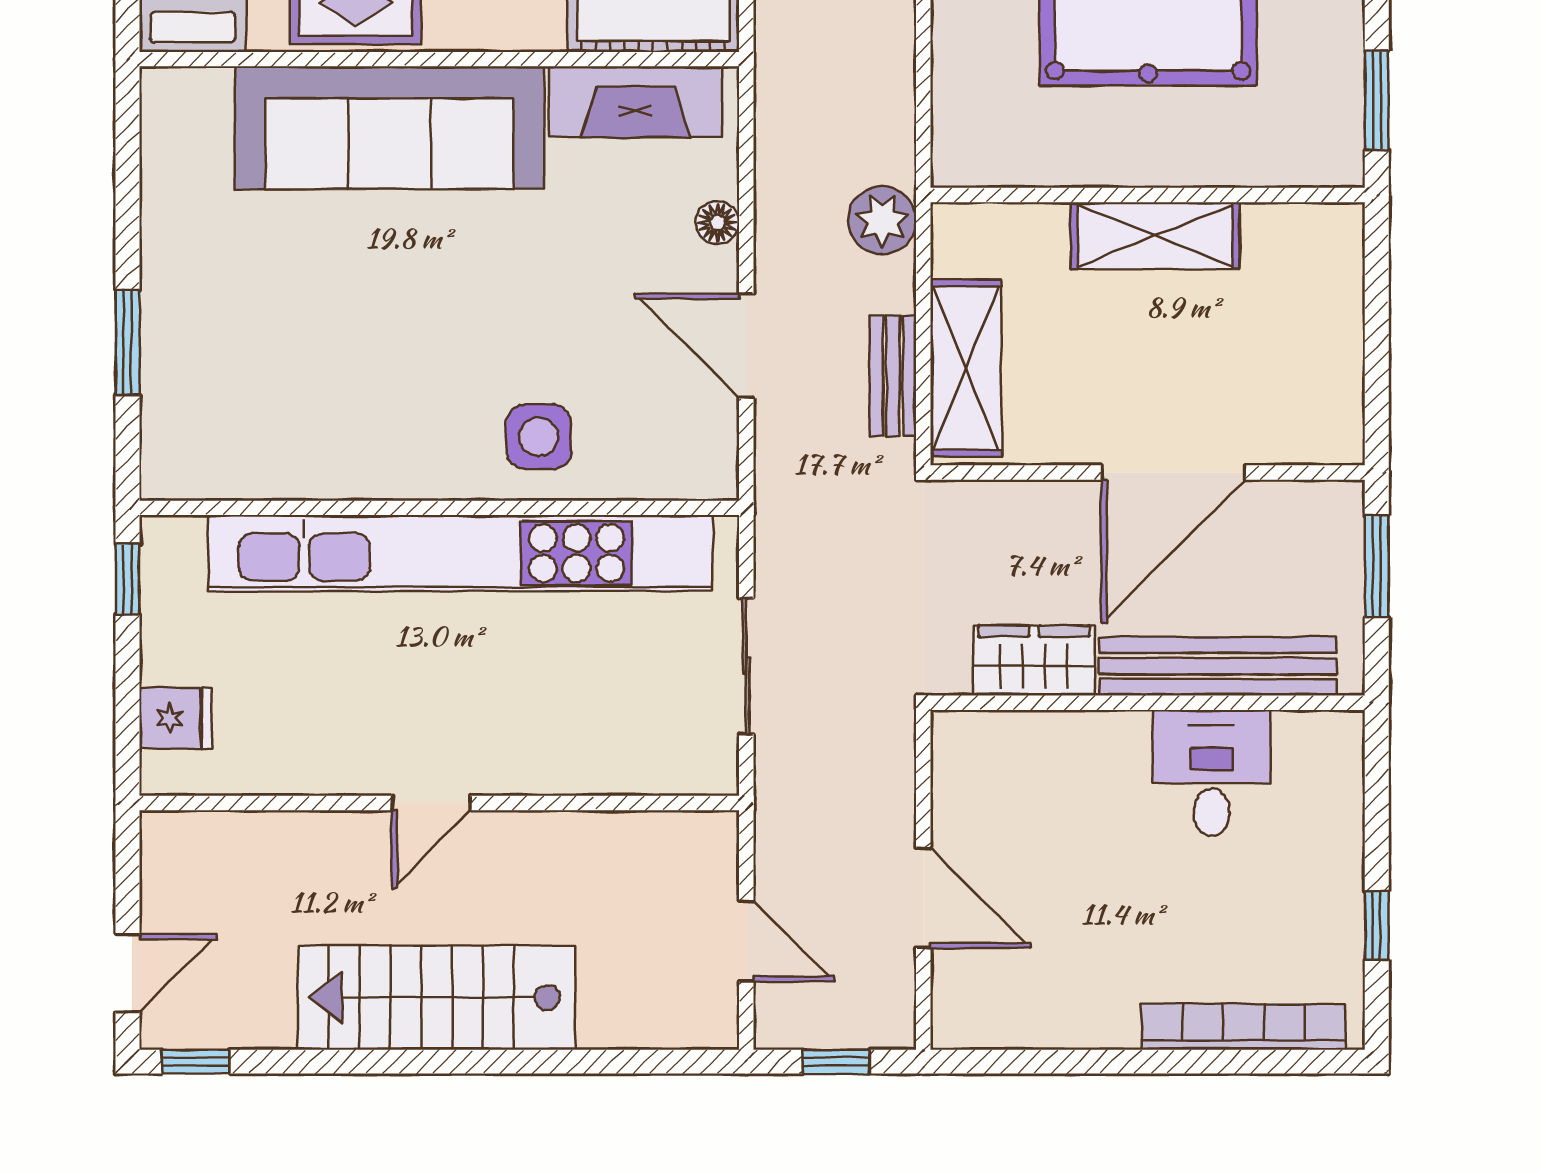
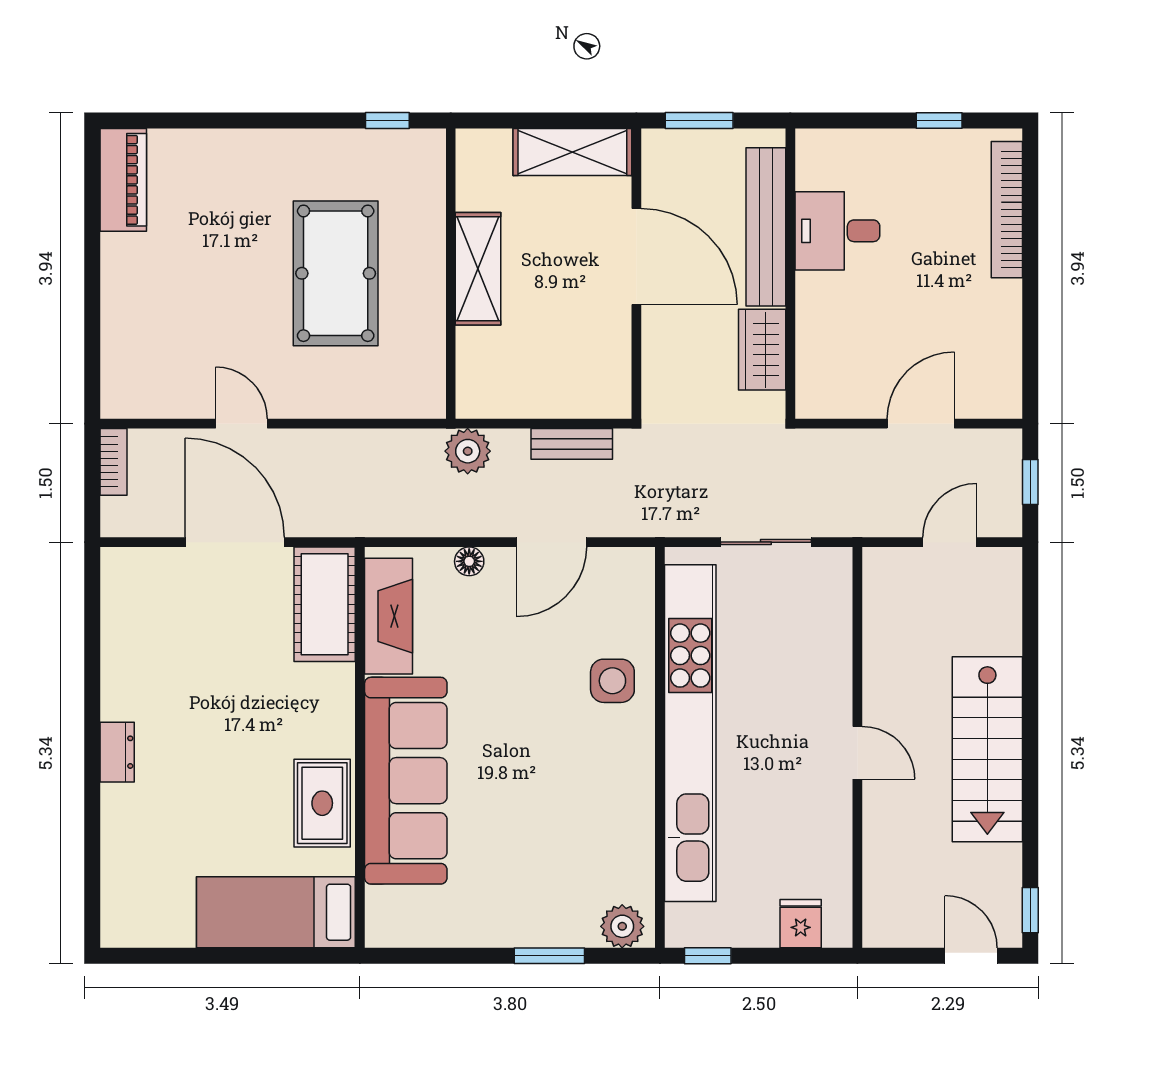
window: (1377, 100) -> (387, 120), width x0.67
shelving: (966, 368) -> (572, 152), moved
plant: (172, 451) -> (622, 926), added

